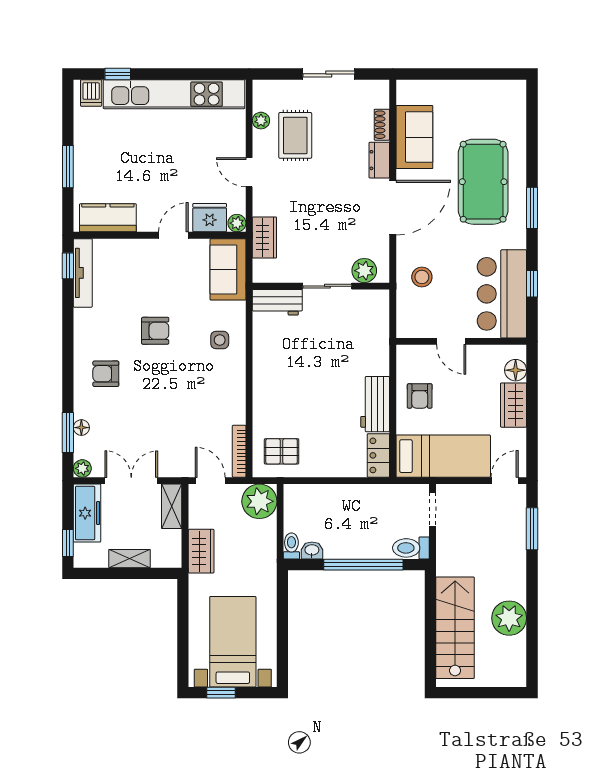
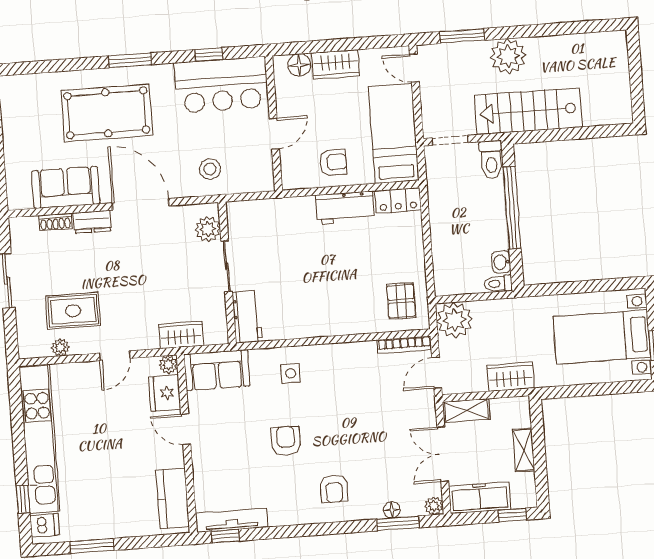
window: (68, 167) -> (92, 546), moved
plant: (509, 618) -> (508, 56), moved
stairs: (455, 628) -> (528, 111), moved

